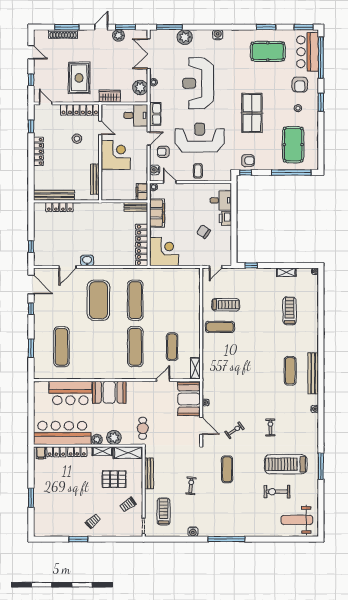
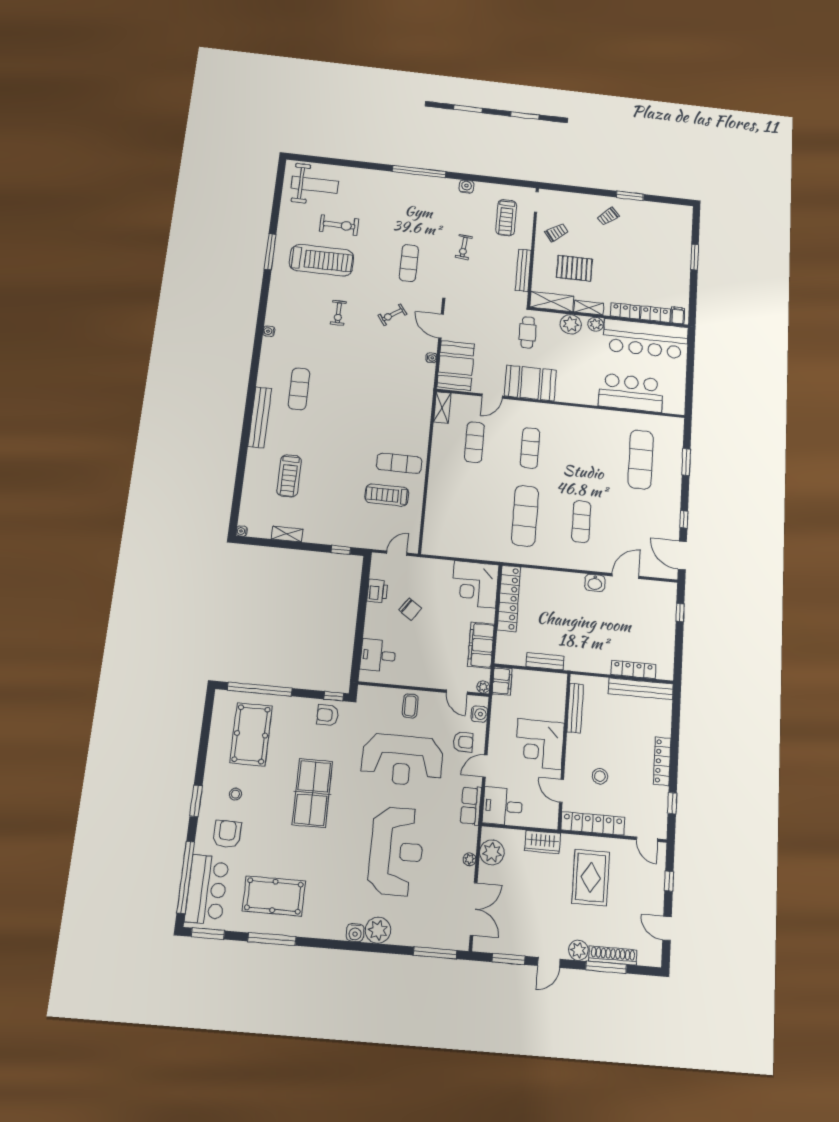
window: (266, 27) -> (272, 939), width x1.44
plant: (118, 35) -> (578, 950), moved
plant: (185, 37) -> (378, 930), moved
bench: (136, 207) -> (545, 661), moved
printer: (225, 218) -> (377, 591), moved
exercise mat: (98, 300) -> (581, 522), width x0.50, depth x0.69
exercise mat: (135, 347) -> (530, 448), width x0.73, depth x0.69
bench: (313, 373) -> (260, 417), moved
booth: (109, 392) -> (530, 383), moved

